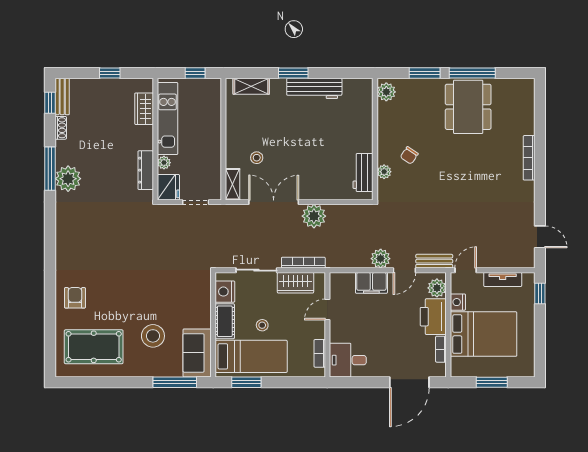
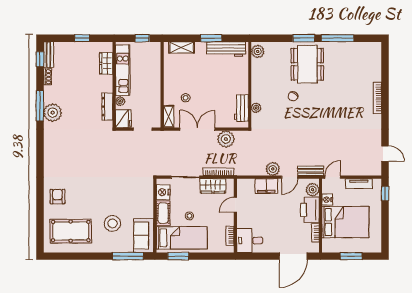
plant: (386, 92) -> (258, 51), moved
dining table: (468, 107) -> (307, 64), moved
wall: (375, 139) -> (250, 85), moved
workbench: (363, 172) -> (241, 108), moved
plant: (384, 172) -> (256, 108), moved

